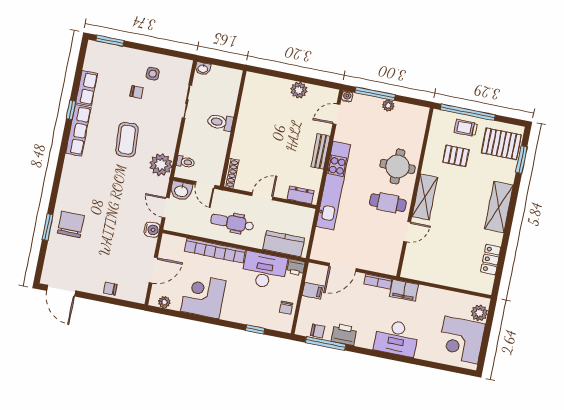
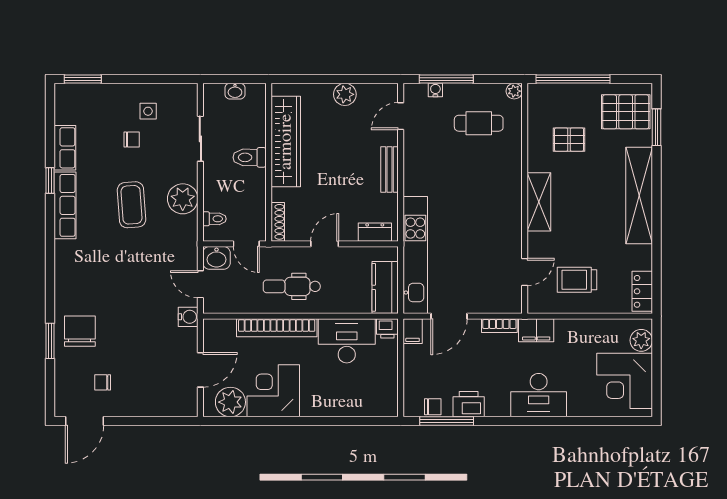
washbasin: (203, 69) -> (235, 91), moved
water cooler: (347, 96) -> (435, 90), moved
plant: (388, 106) -> (514, 91), moved
wardrobe: (249, 116) -> (286, 142), added
trolley: (466, 128) -> (577, 280), moved, width x1.36, depth x1.39
plant: (161, 165) -> (183, 199), moved
round table: (398, 166) -> (495, 169), removed
kitchen unit: (333, 186) -> (415, 255), moved
cafe table: (388, 203) -> (479, 123), moved
shelving: (499, 207) -> (639, 196), width x1.47
door: (407, 232) -> (525, 272), moved
kitchen counter: (284, 244) -> (385, 287), moved, turned -90
locker: (491, 260) -> (642, 291), moved
chair: (110, 289) -> (103, 382), moved
door: (61, 291) -> (85, 421), hinge flipped
filing cabinet: (313, 291) -> (413, 331), moved, turned 90
plant: (164, 302) -> (230, 402), width x1.87, depth x1.87
chair: (286, 308) -> (385, 384), removed
window: (255, 329) -> (350, 421), removed

